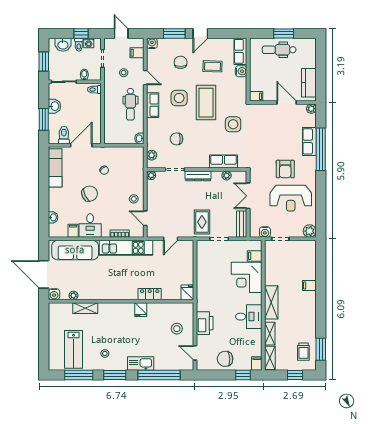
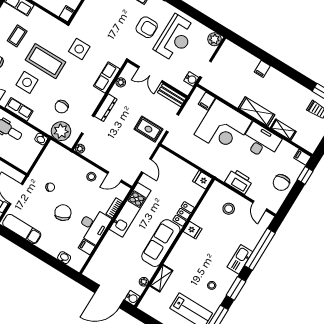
water cooler: (241, 71) -> (37, 13), removed
plant: (152, 155) -> (61, 131), width x1.88, depth x1.88
desk: (90, 226) -> (93, 226), width x1.37
sofa: (75, 250) -> (161, 243), moved, turned 180
corner desk: (247, 277) -> (223, 127), width x1.36, depth x1.36
desk: (249, 317) -> (261, 141), width x1.37
door: (195, 353) -> (260, 206), hinge flipped
shelving: (270, 358) -> (305, 143), removed

